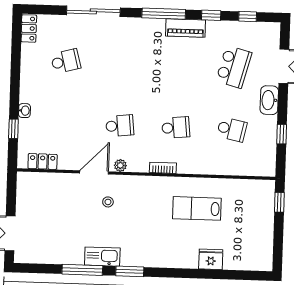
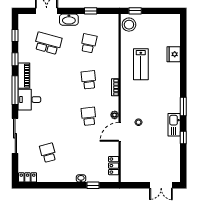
desk: (148, 35) -> (29, 100), added
door: (94, 172) -> (120, 132), hinge flipped
stool: (259, 192) -> (129, 25), added
window: (82, 270) -> (183, 137), width x0.46

